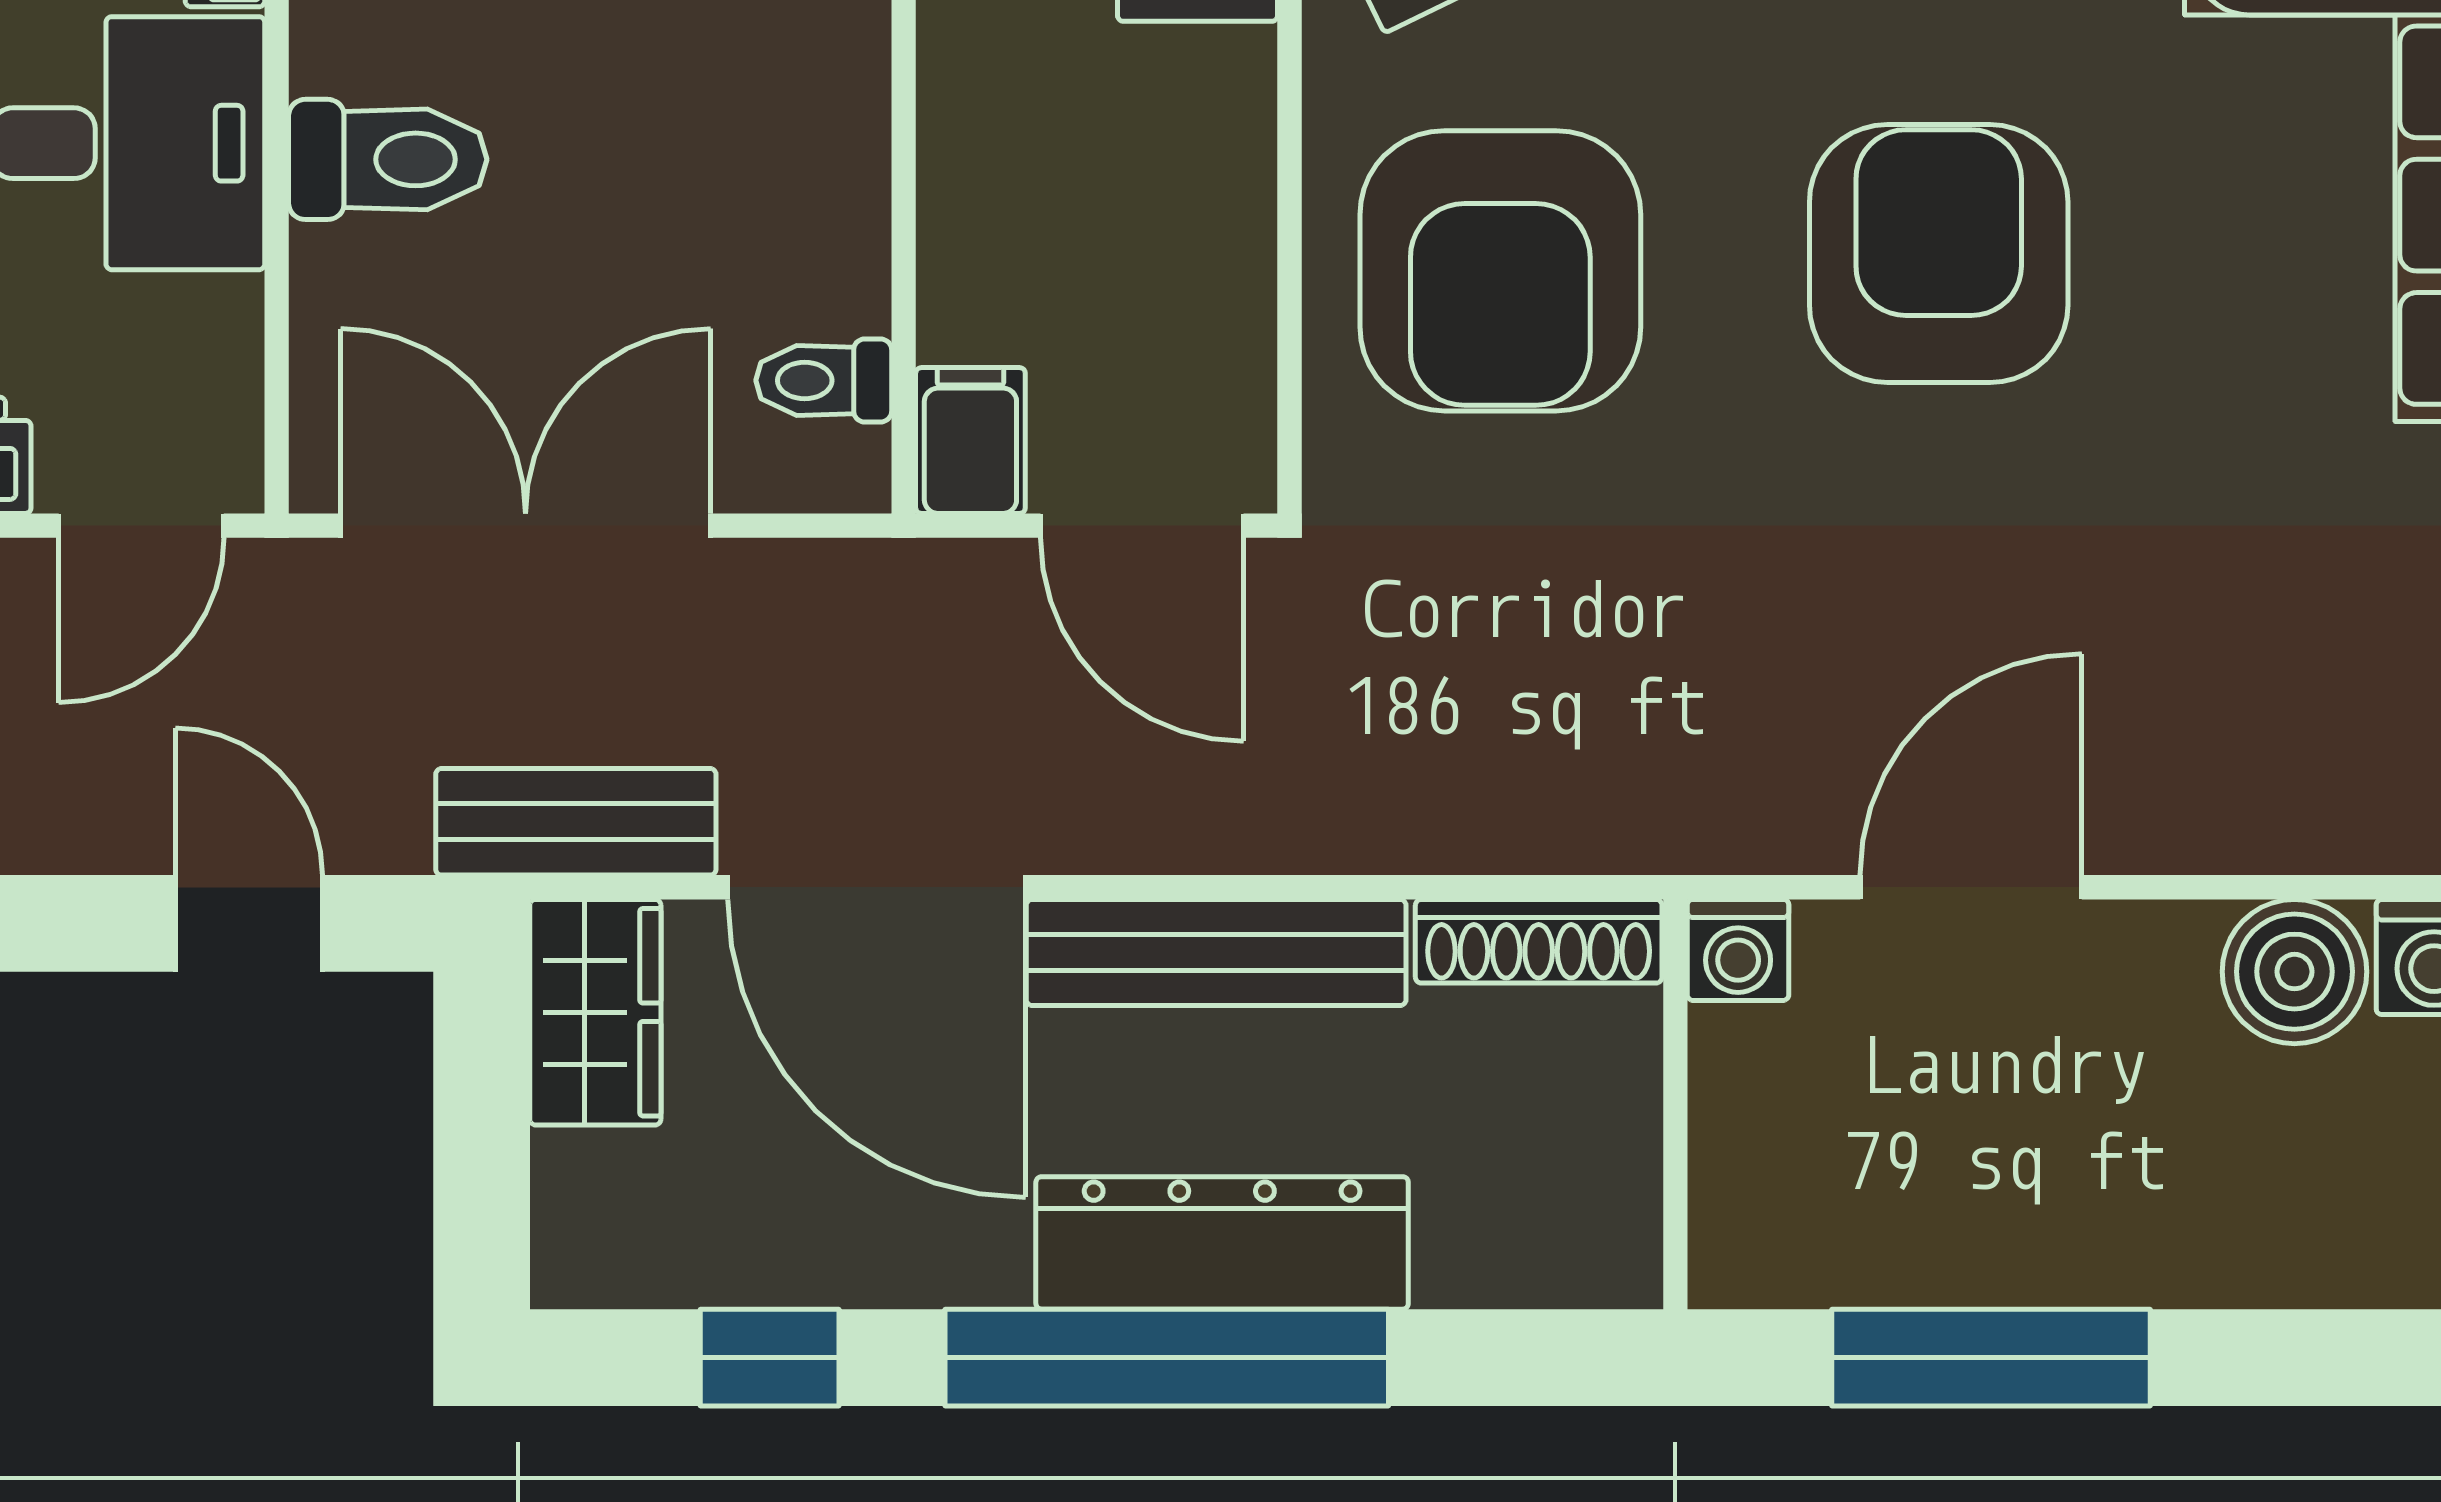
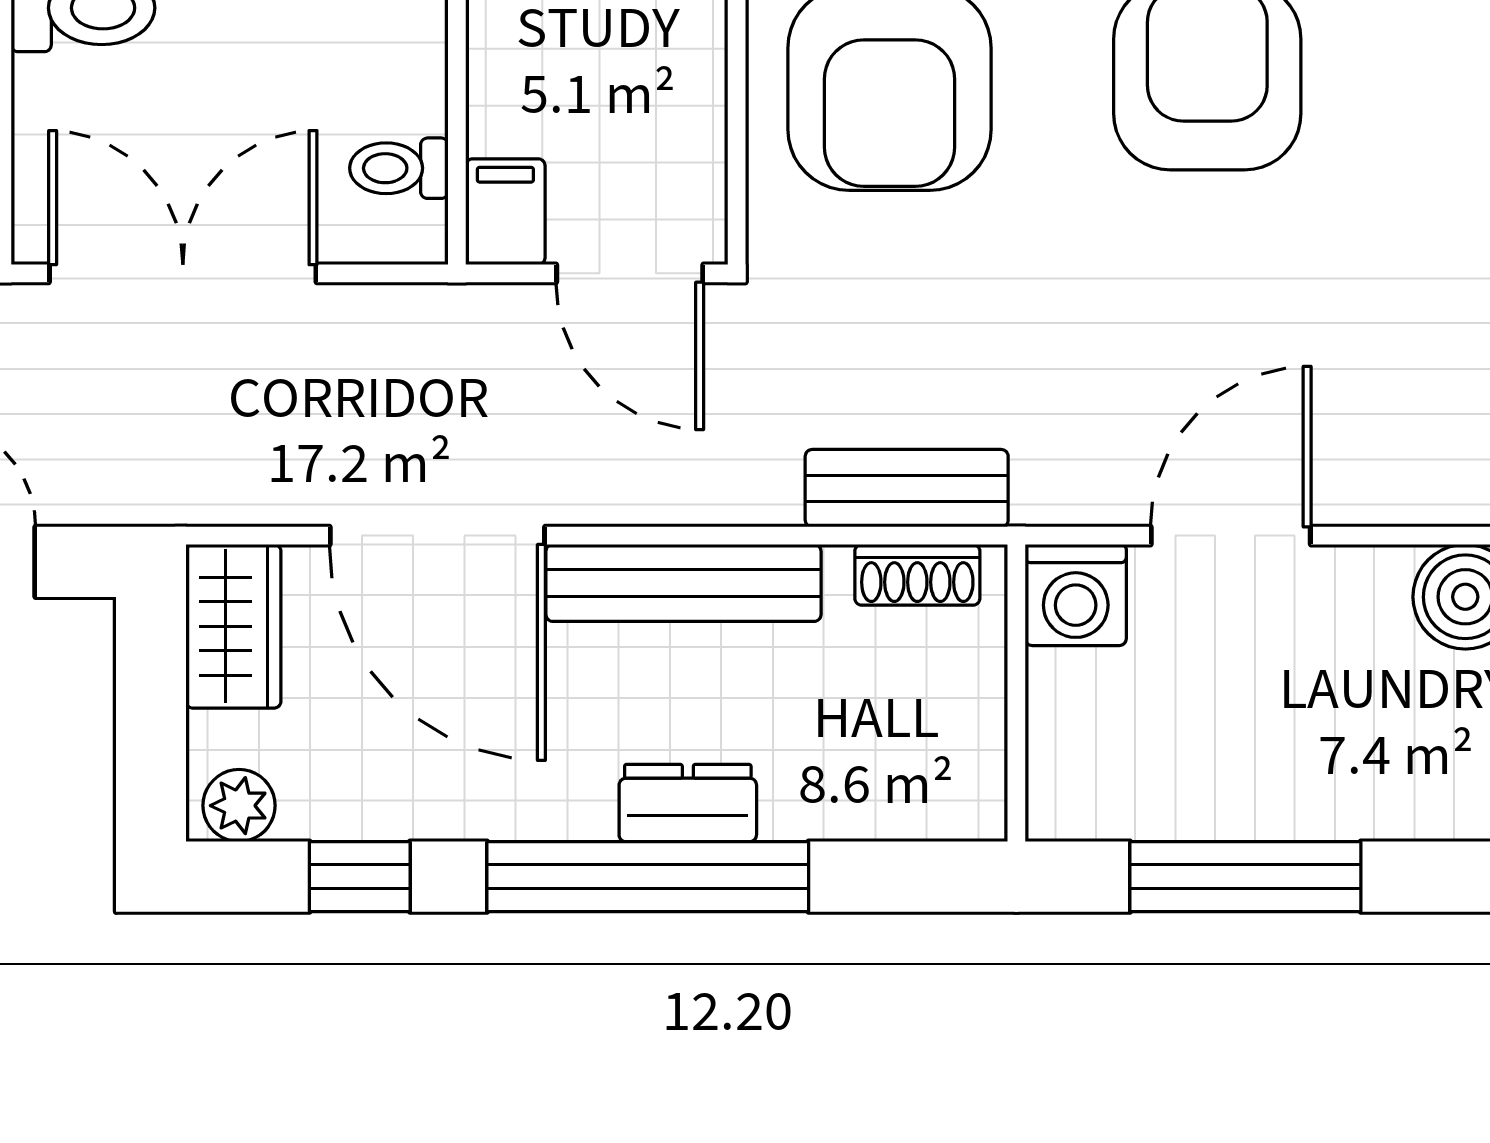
bench: (576, 822) -> (907, 488), moved
shoe rack: (1539, 941) -> (917, 575), width x0.70
washing machine: (1738, 950) -> (1076, 595), width x1.38, depth x1.38
dresser: (1222, 1243) -> (688, 803), width x0.51, depth x0.80
plant: (603, 1260) -> (239, 806), added

